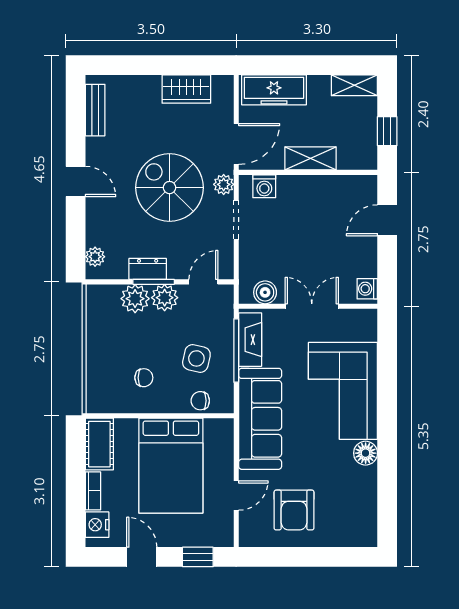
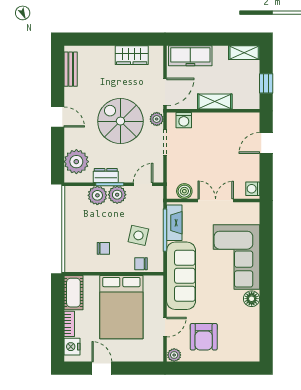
plant: (95, 257) -> (76, 162), width x1.88, depth x1.88
plant: (250, 537) -> (174, 355), added
window: (198, 557) -> (139, 368), removed

